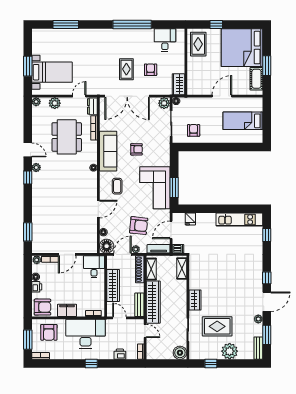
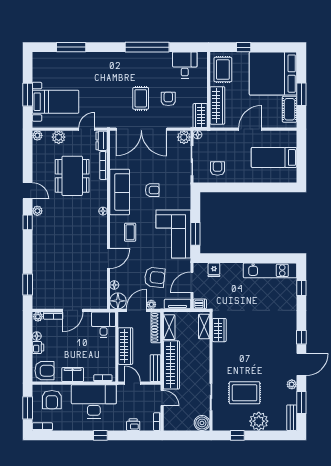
wardrobe: (193, 75) -> (217, 105), added
wardrobe: (195, 300) -> (219, 330), moved

